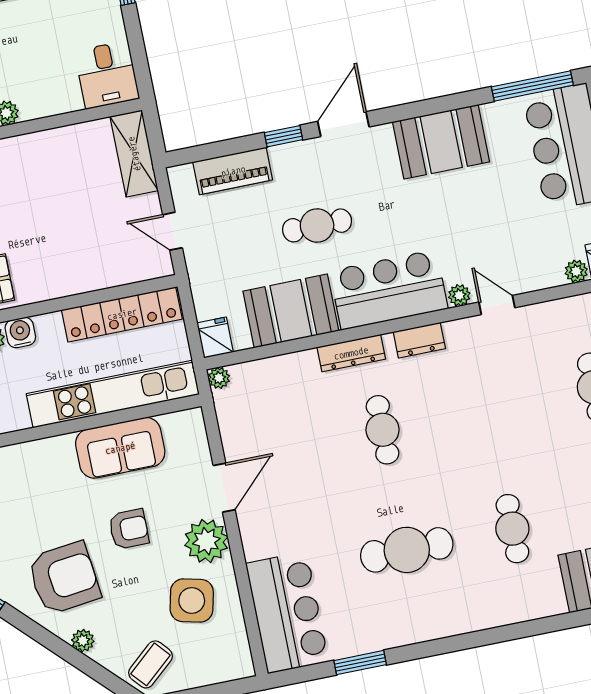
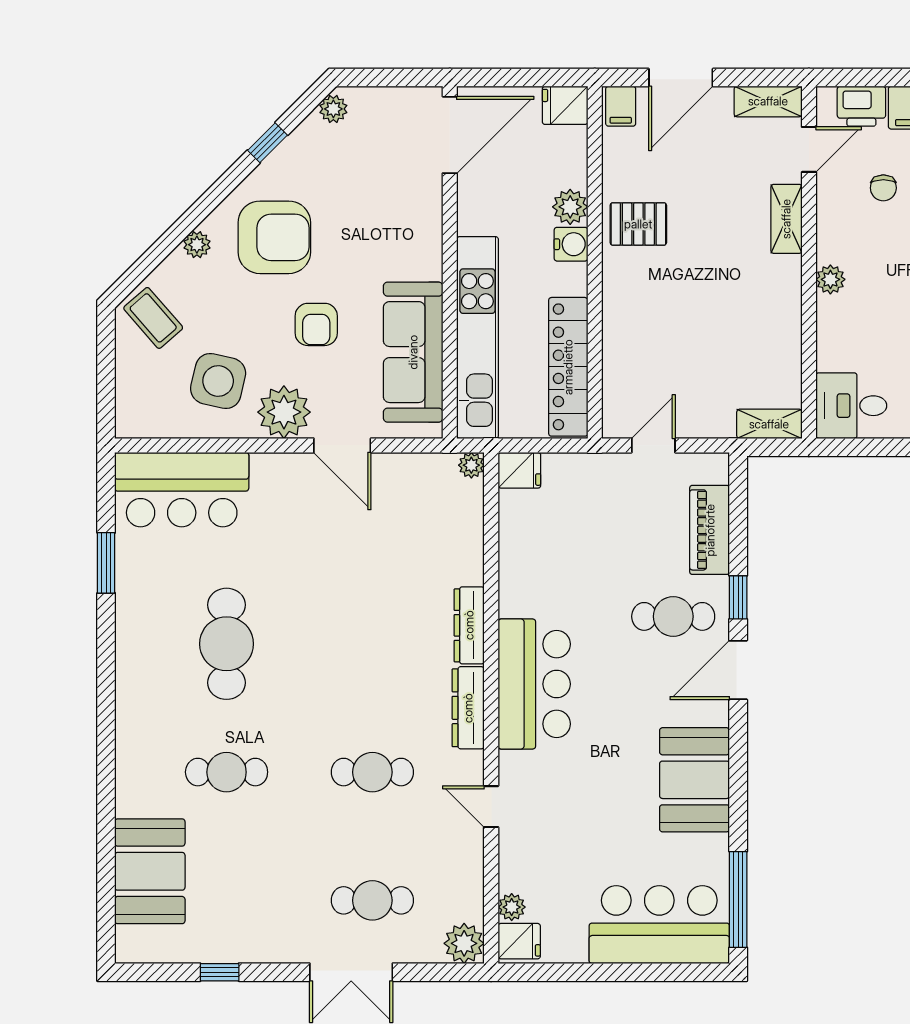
door: (343, 124) -> (738, 670), swing flipped
shelving: (134, 154) -> (769, 424), width x0.67, depth x0.75
cafe table: (317, 225) -> (673, 616), moved, turned 90
plant: (459, 295) -> (511, 765), removed
door: (497, 305) -> (491, 807), swing flipped
booth: (291, 311) -> (533, 565), removed
dresser: (419, 340) -> (468, 708), width x1.44
cafe table: (383, 430) -> (372, 772), moved
sofa: (120, 448) -> (413, 352), width x1.36
armchair: (64, 578) -> (274, 237), turned -83

